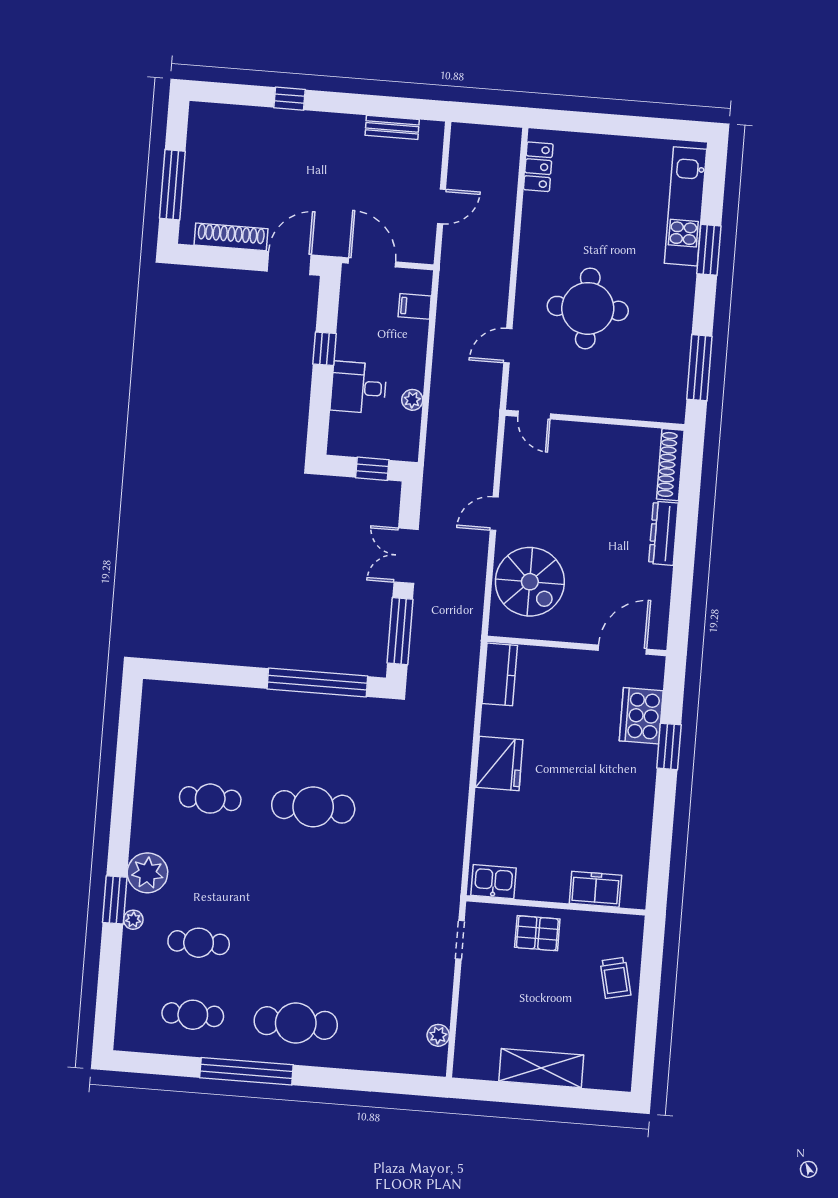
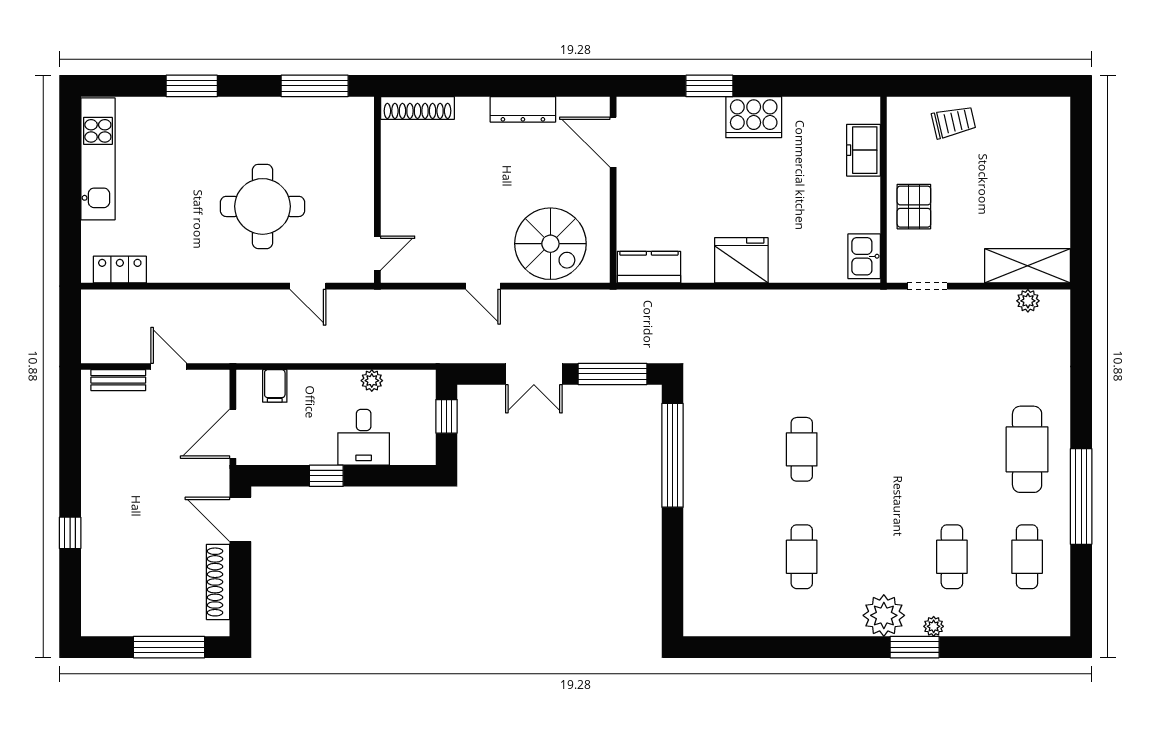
bench: (392, 127) -> (118, 380), moved, turned 90
kitchen unit: (685, 206) -> (98, 159), moved, turned -90
dresser: (663, 533) -> (523, 109), moved
spiral stairs: (530, 582) -> (550, 244), turned 90
cooker: (641, 716) -> (754, 117), moved
cafe table: (313, 807) -> (802, 449), width x0.73, depth x0.74
shelving: (541, 1068) -> (1028, 266), moved, turned 90

